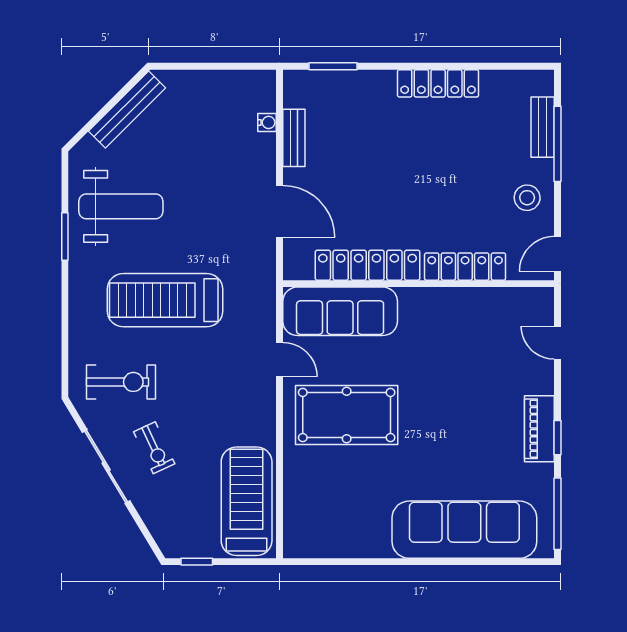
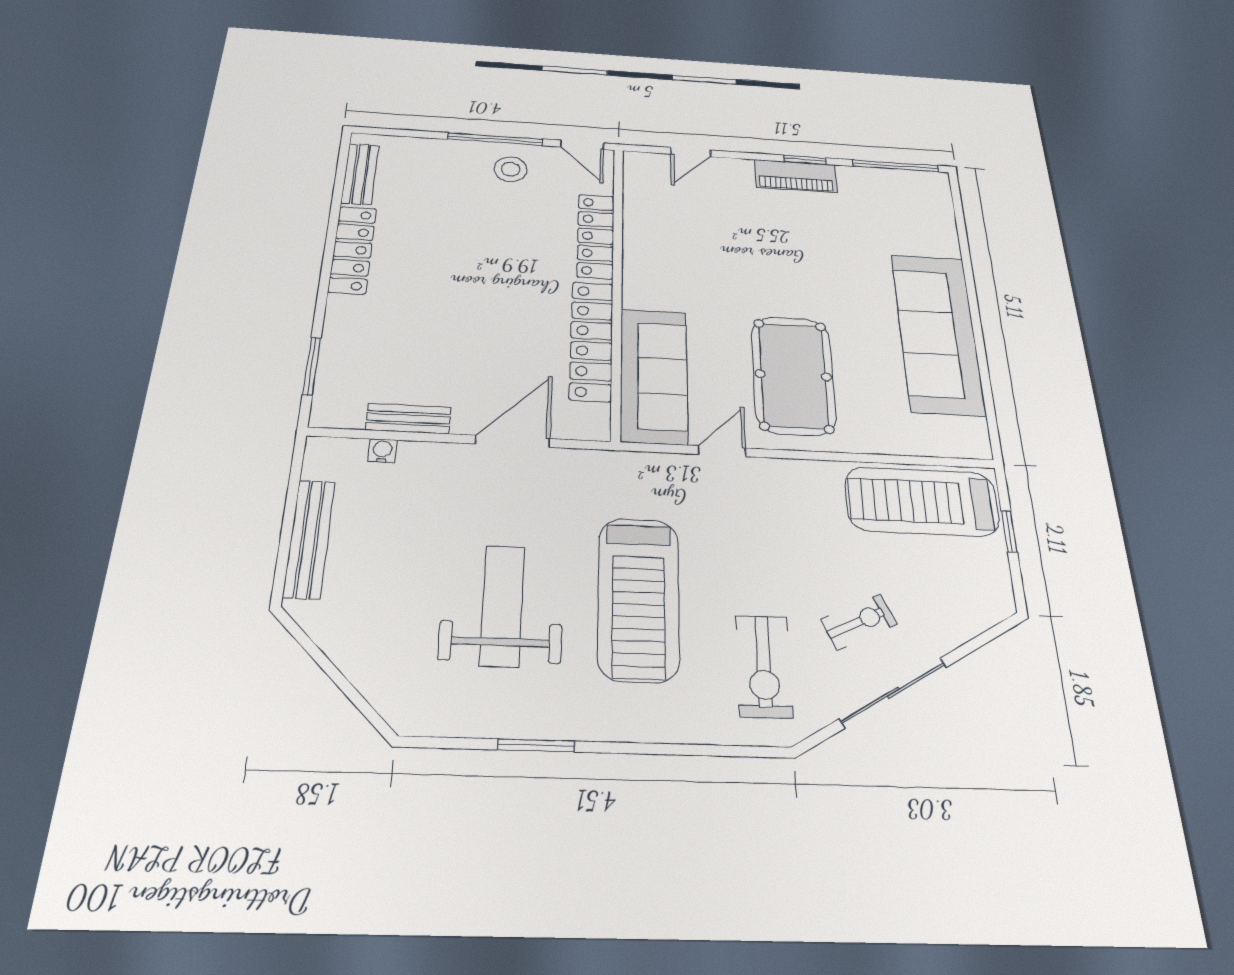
bench: (127, 109) -> (309, 539), moved, turned 45
bench: (543, 127) -> (360, 174), moved, turned 90
window: (558, 144) -> (495, 139), moved
weight bench: (121, 206) -> (502, 605), moved
exercise bike: (121, 382) -> (764, 666), turned 180
sofa: (464, 530) -> (938, 333), moved
window: (197, 562) -> (1009, 531), moved

